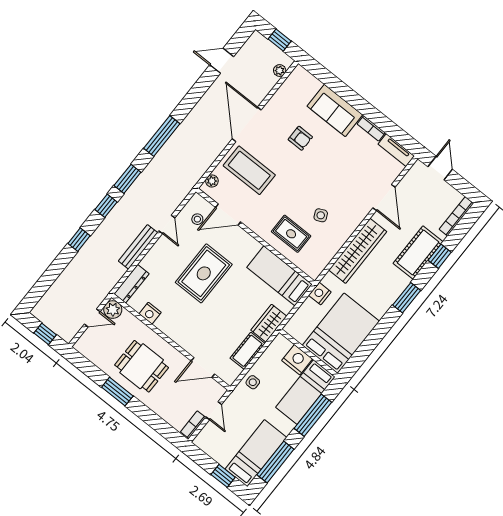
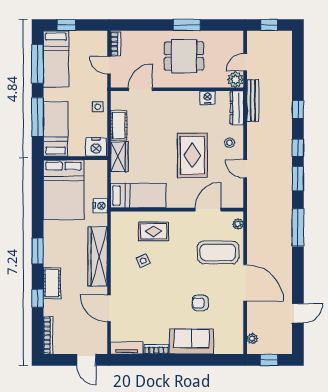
stool: (197, 219) -> (230, 143), moved
bench: (138, 247) -> (253, 101), moved
cot: (418, 252) -> (52, 283), width x0.73, depth x0.75
nightstand: (297, 360) -> (96, 147), moved

